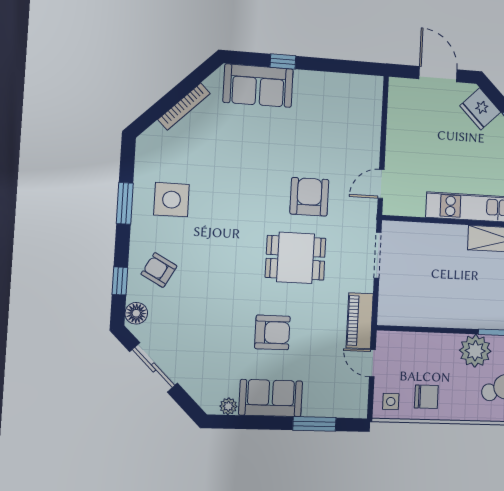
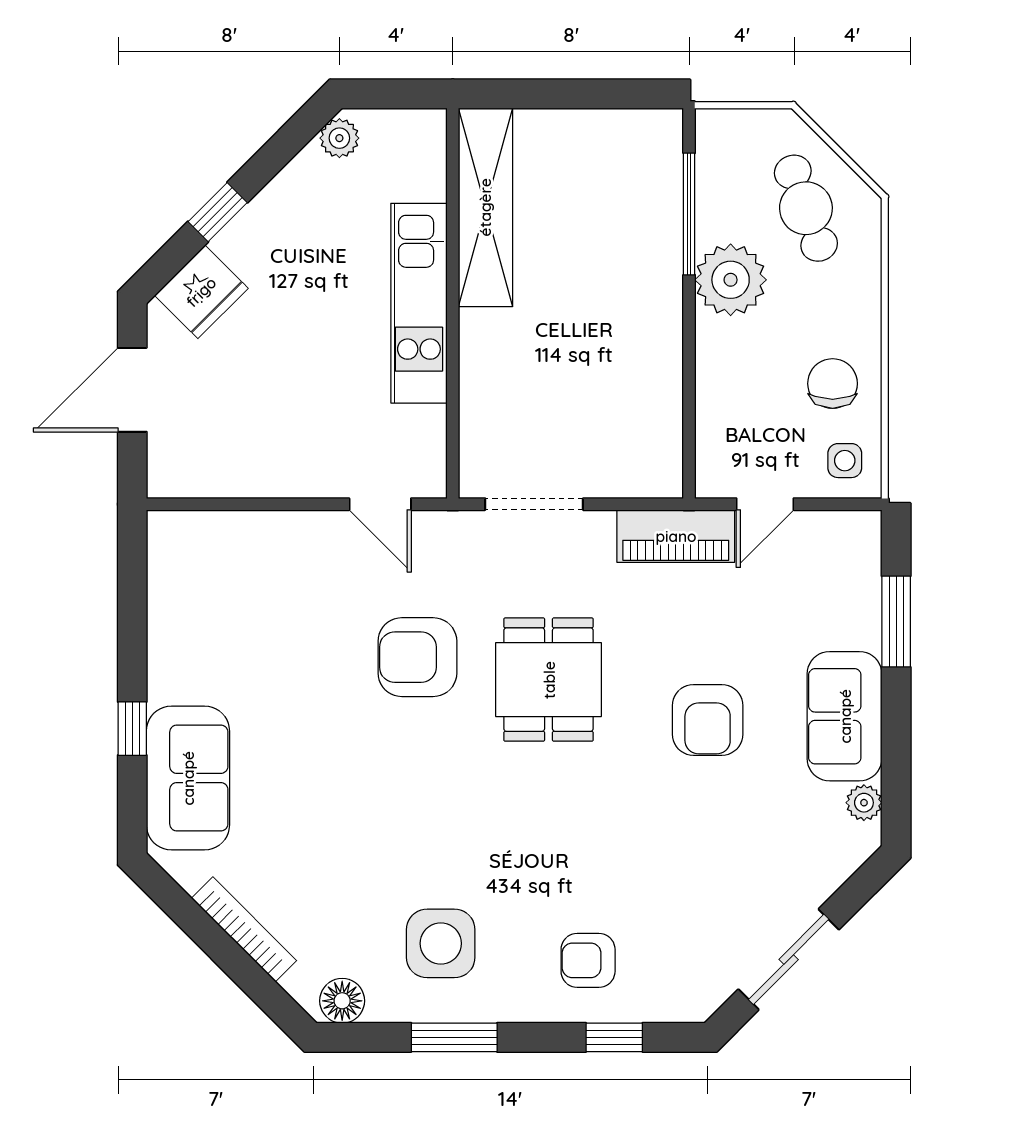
armchair: (159, 270) -> (588, 960), turned 61
floor lamp: (136, 313) -> (342, 1001), moved
armchair: (272, 332) -> (708, 720), turned 180

